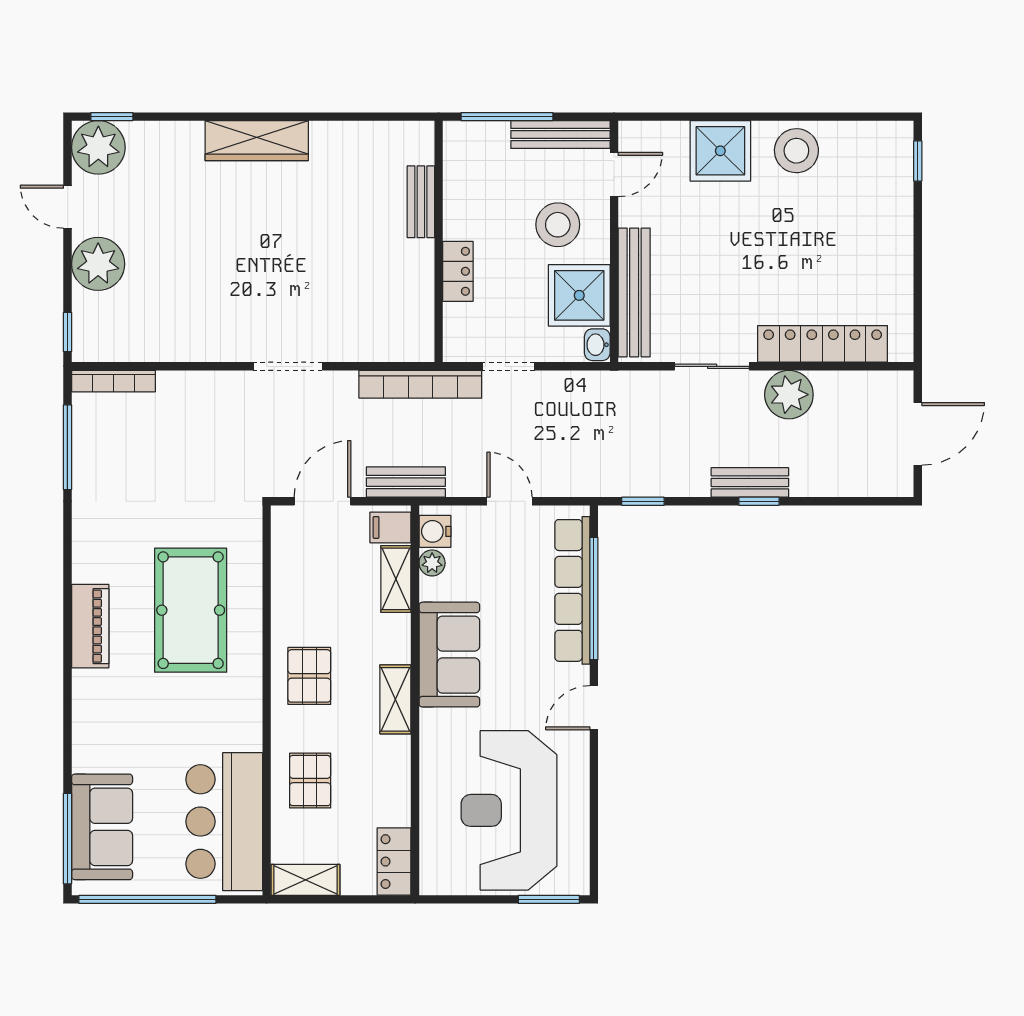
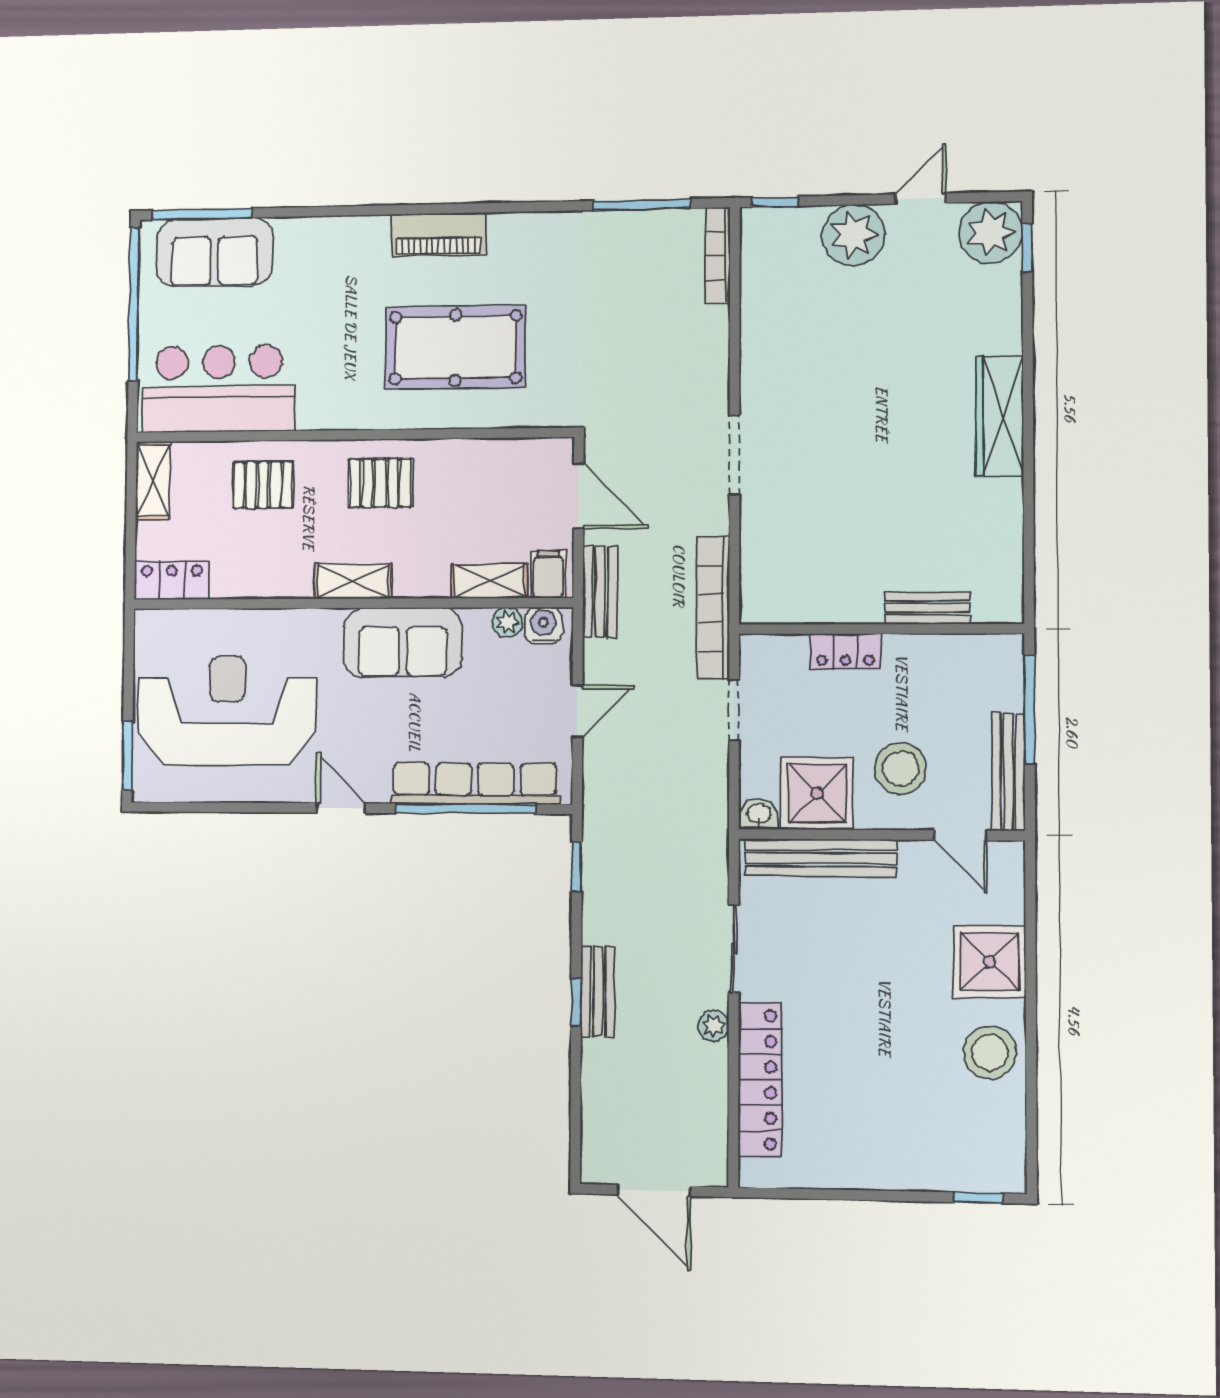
plant: (789, 395) -> (714, 1026), width x0.53, depth x0.53

